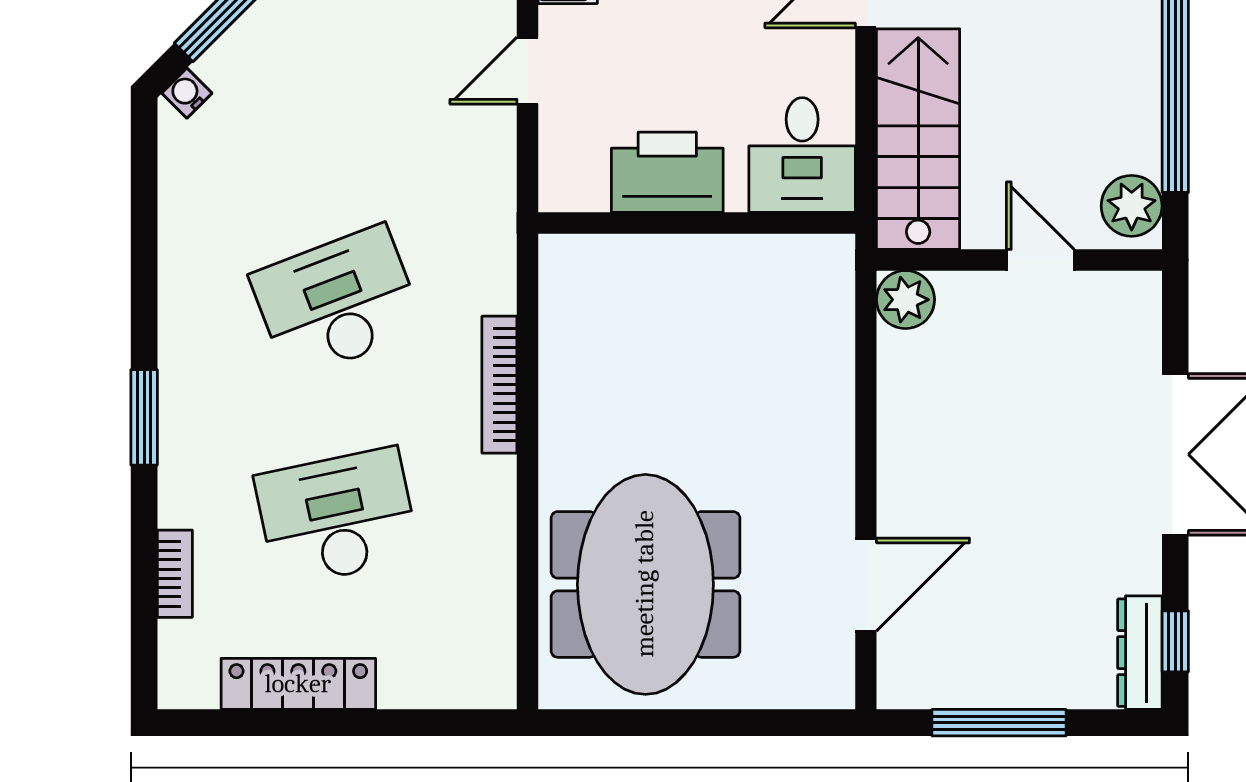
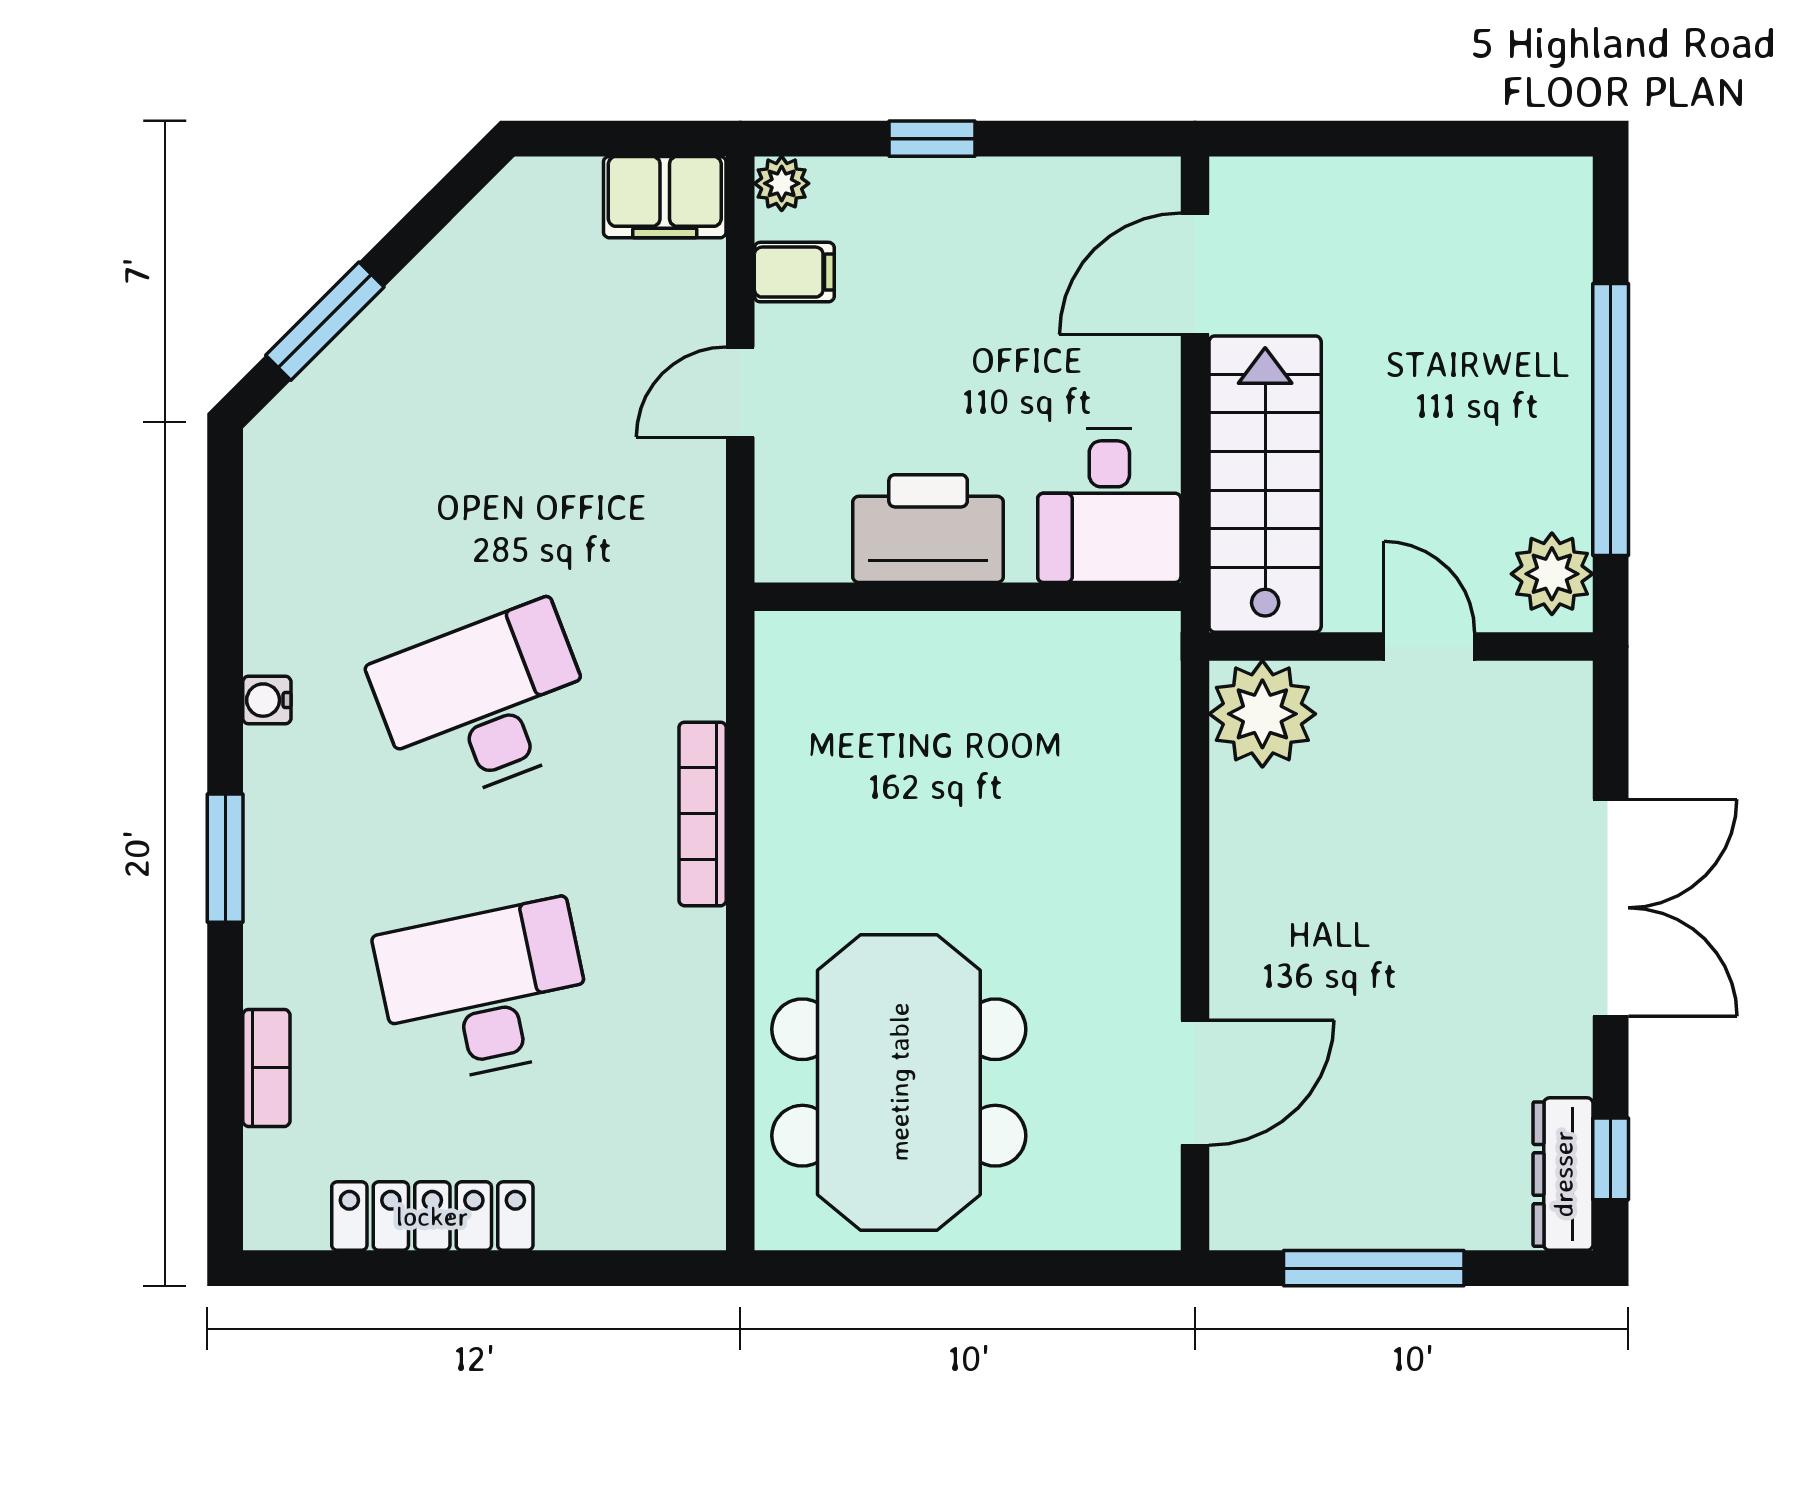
water cooler: (187, 93) -> (267, 700), moved, turned -45
plant: (905, 300) -> (1262, 714), width x1.36, depth x1.36

